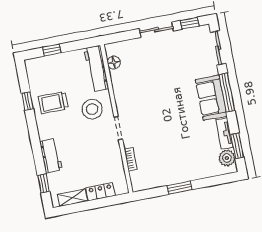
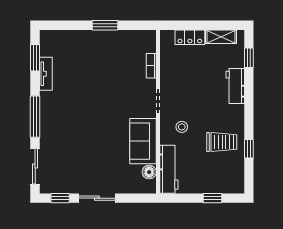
sofa: (211, 98) -> (143, 141), moved, turned 180
stool: (92, 109) -> (182, 127), width x0.53, depth x0.53
plant: (227, 158) -> (48, 47), removed

